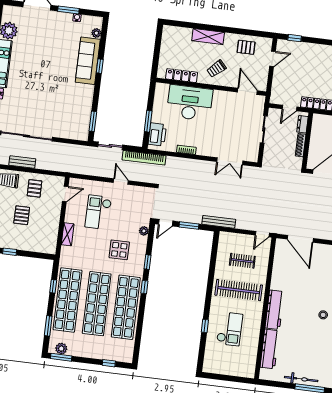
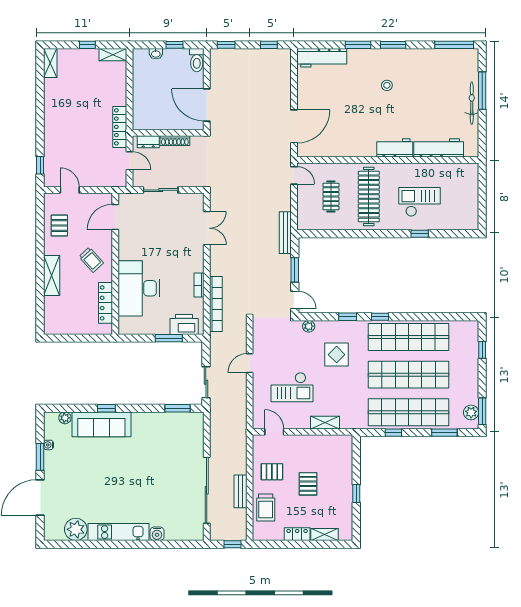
bookcase: (144, 158) -> (216, 304), moved
pallet: (22, 215) -> (308, 484), turned 90
workbench: (275, 310) -> (395, 148), width x0.73

